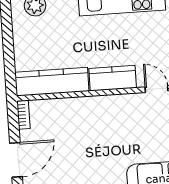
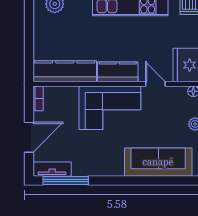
corner sofa: (106, 120) -> (110, 108), added

